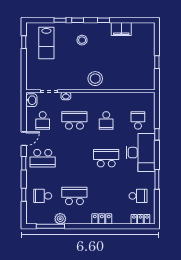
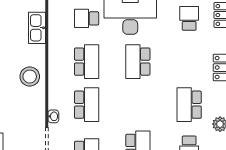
kitchen sink: (131, 84) -> (37, 28), added
school desk: (74, 120) -> (87, 105), turned 180
school desk: (106, 120) -> (87, 62), width x1.85

